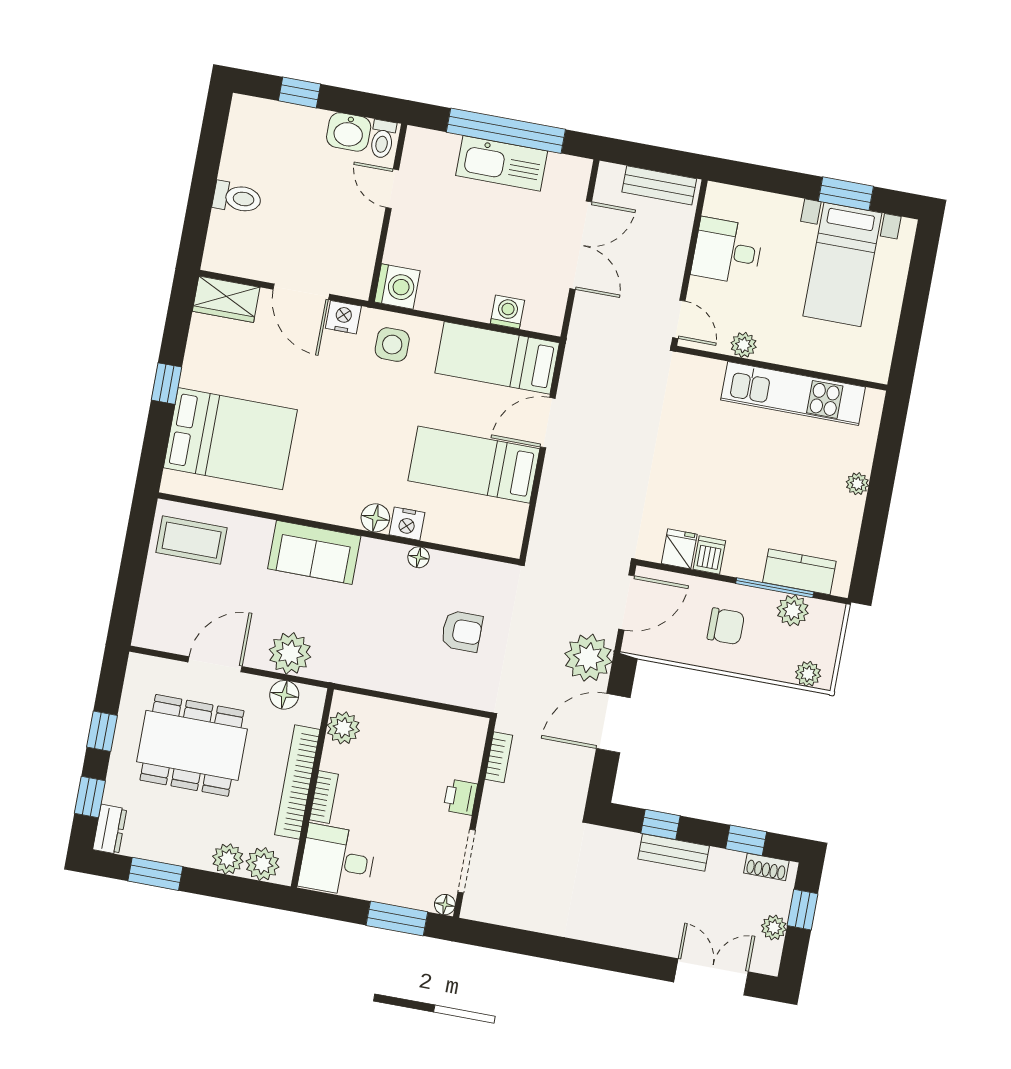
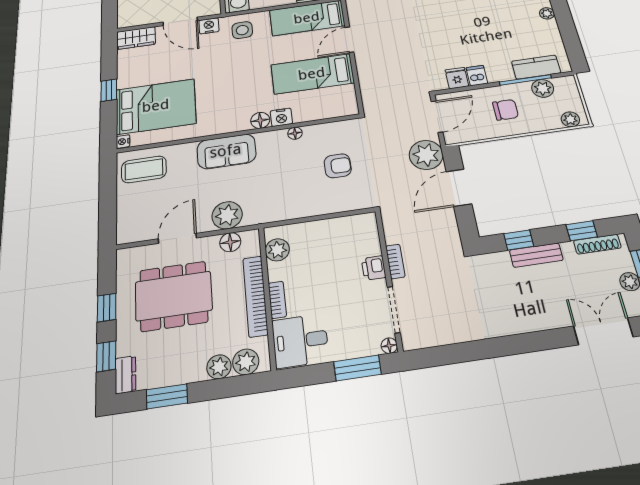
nightstand: (171, 482) -> (123, 141), added
bookcase: (499, 757) -> (395, 261), moved
shoe rack: (766, 867) -> (597, 244), width x1.43

